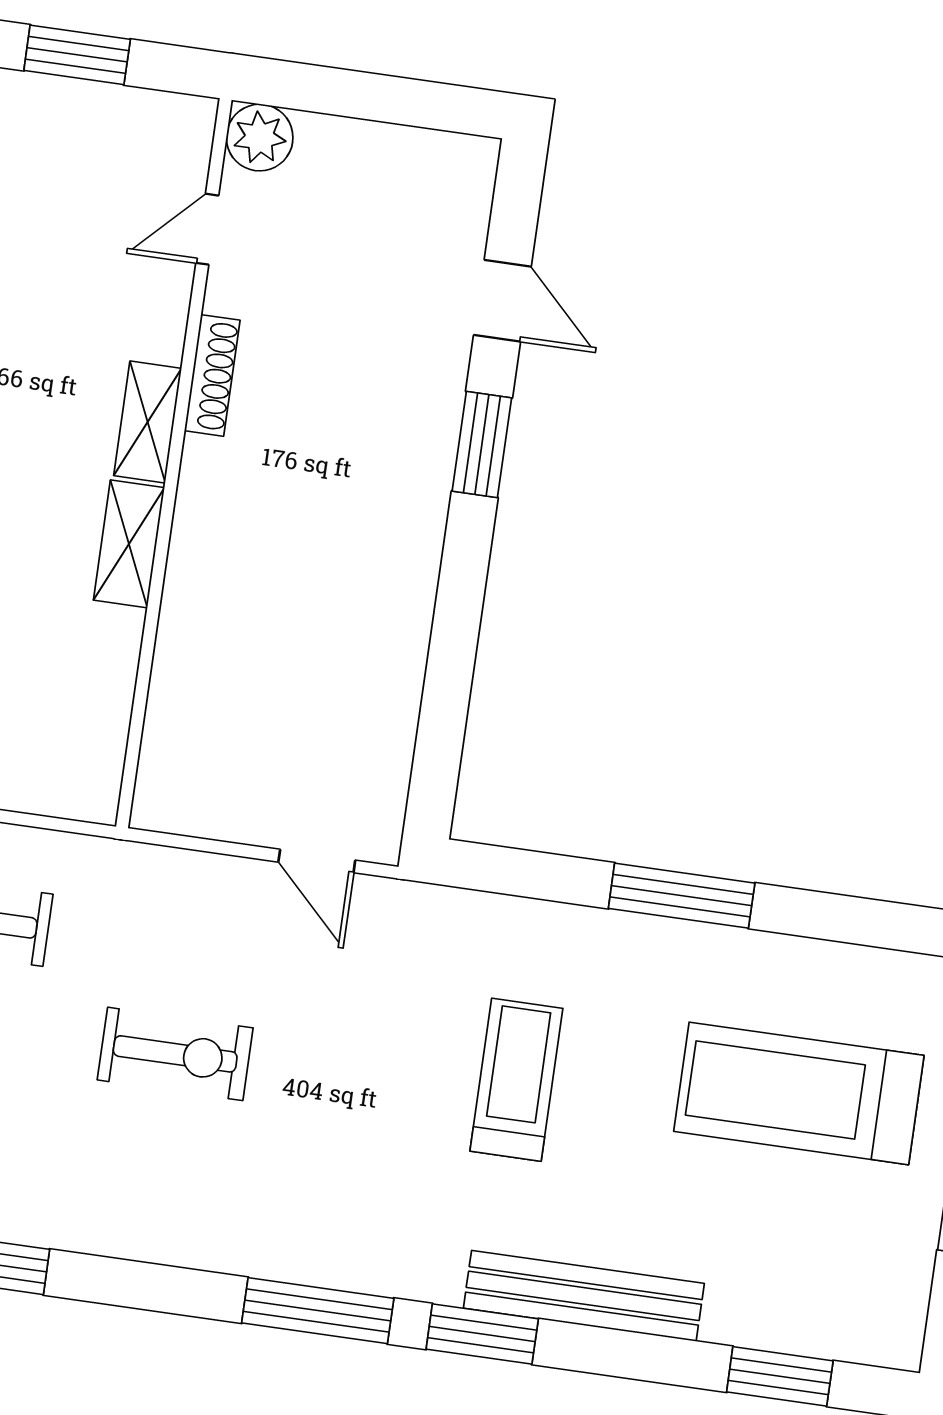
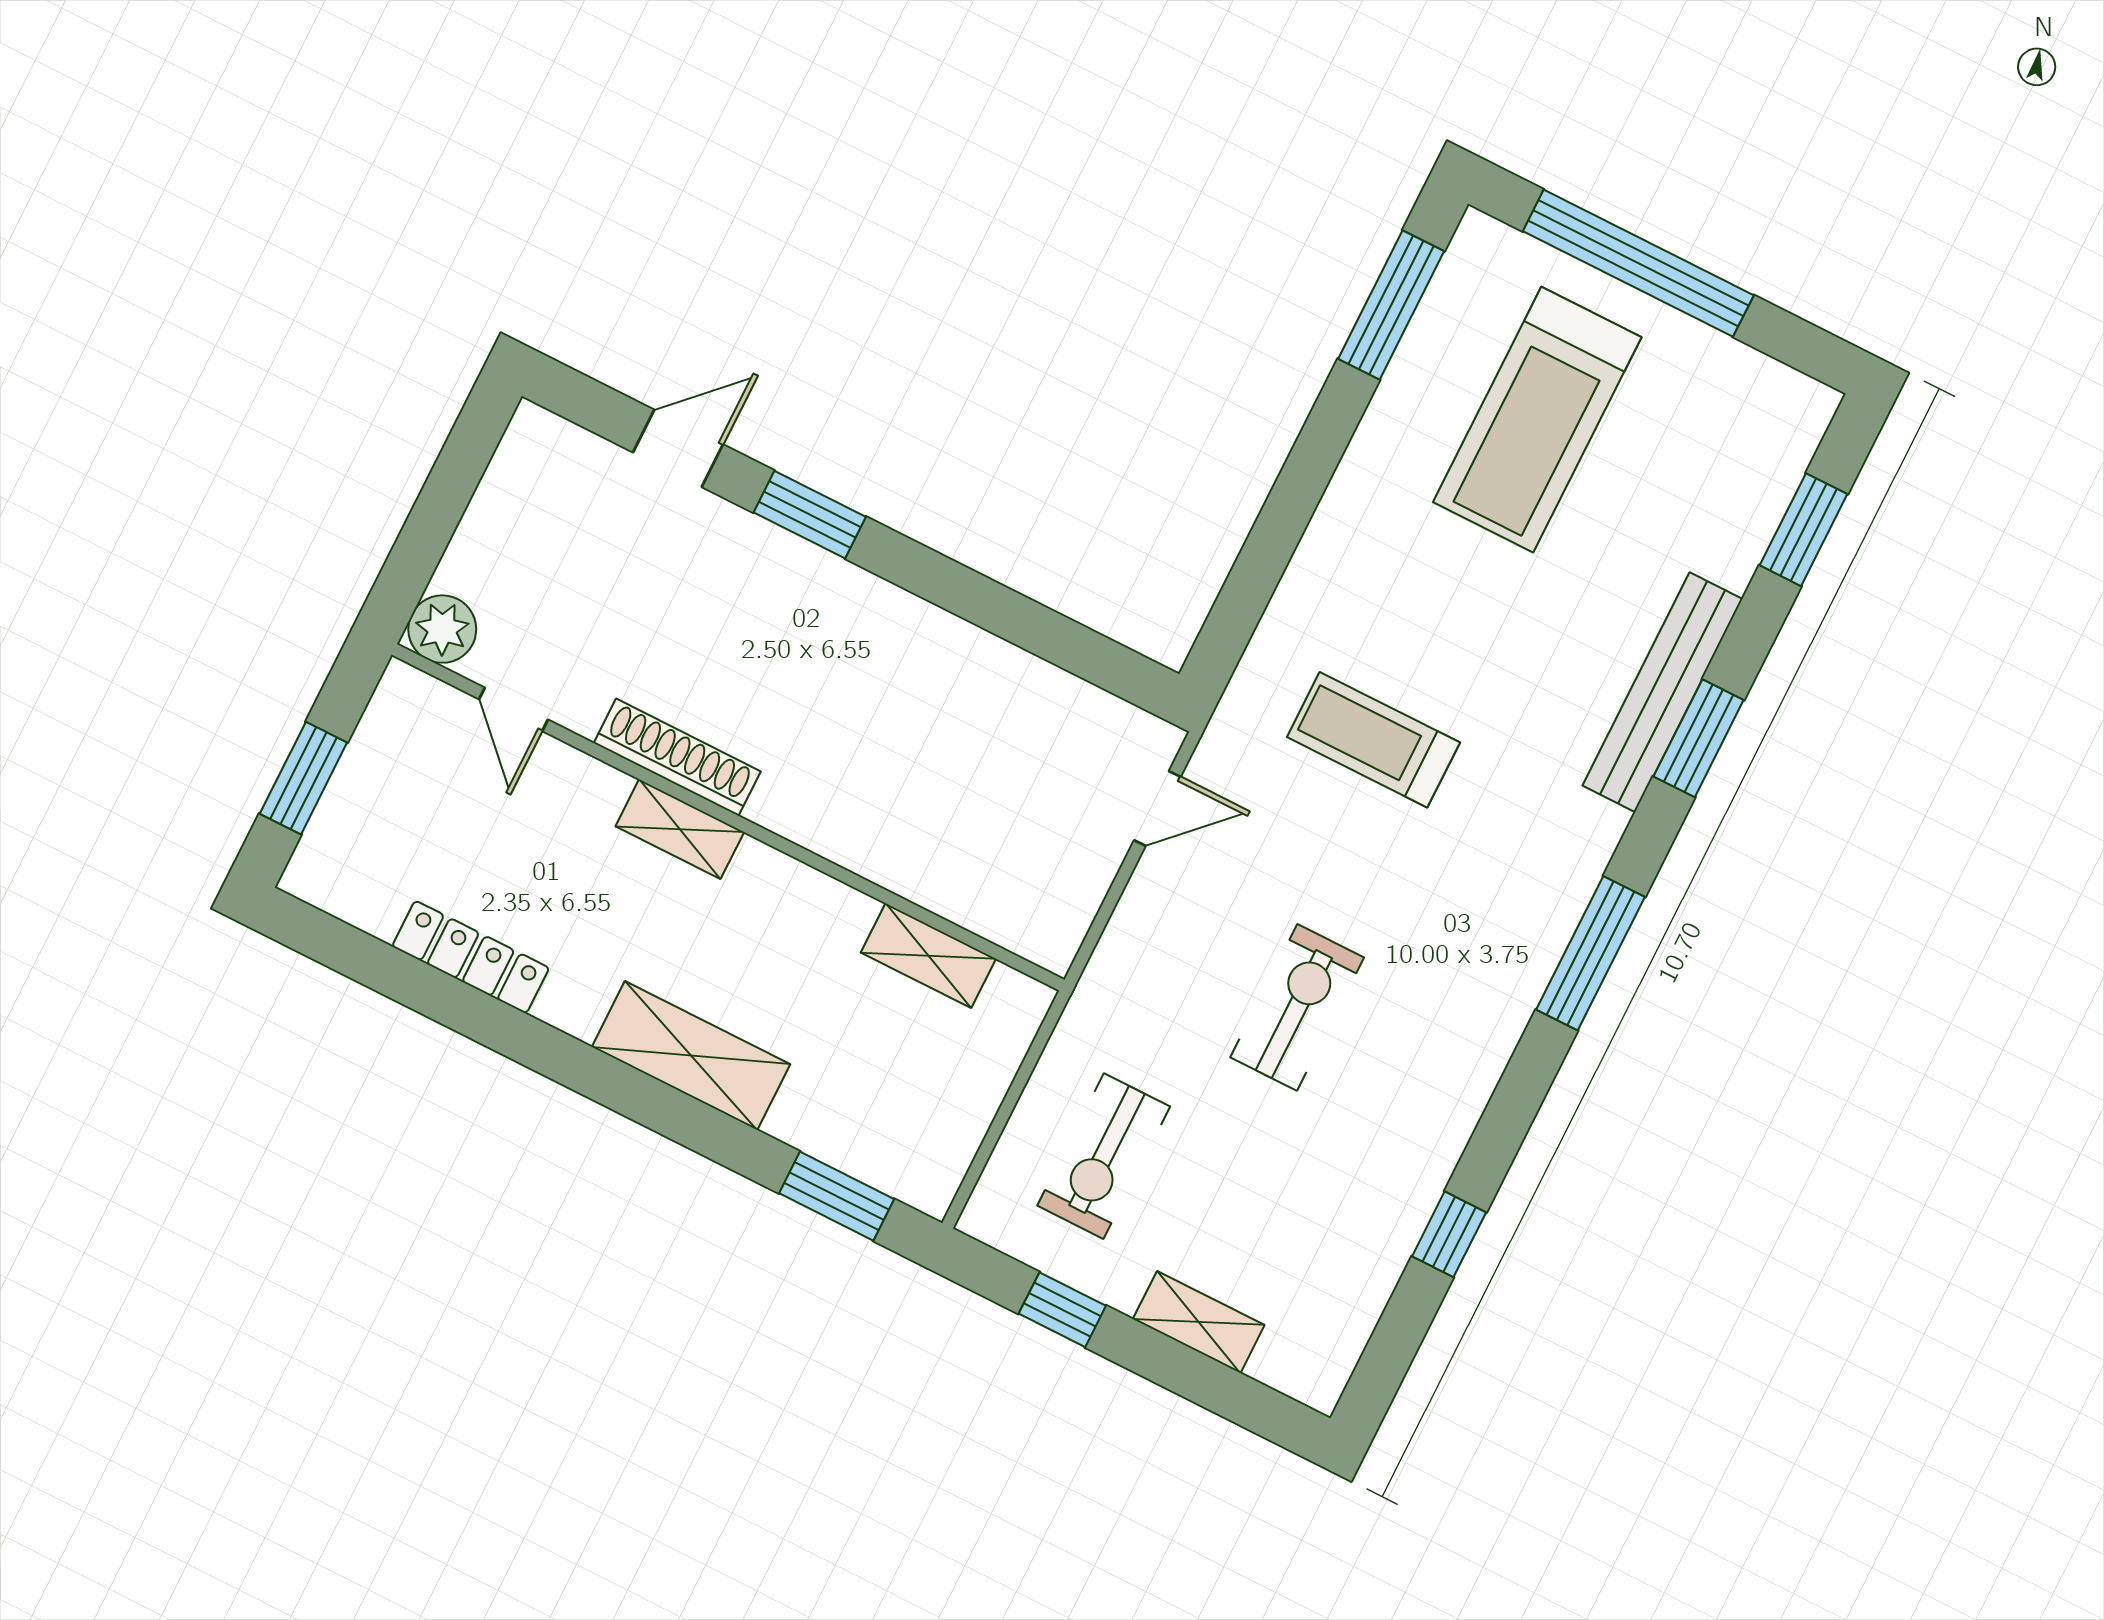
shoe rack: (212, 375) -> (677, 757), width x1.36, depth x1.24
shelving: (129, 544) -> (928, 956), moved
window: (682, 896) -> (1391, 305), moved
treadmill: (516, 1080) -> (1373, 740), moved
window: (482, 1334) -> (1699, 738), moved

